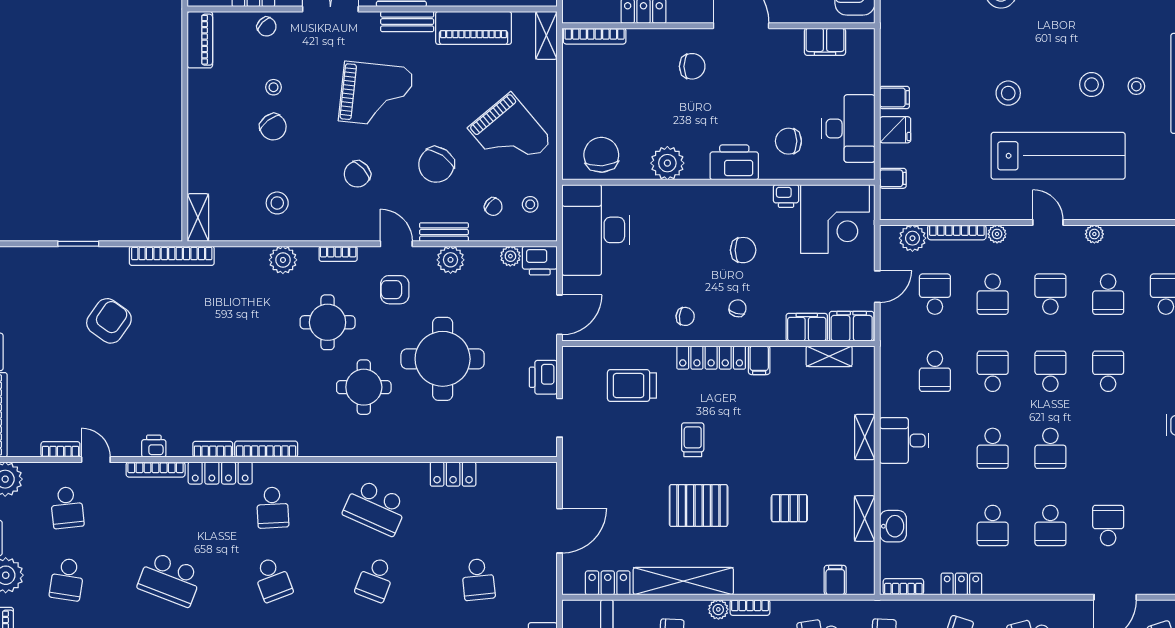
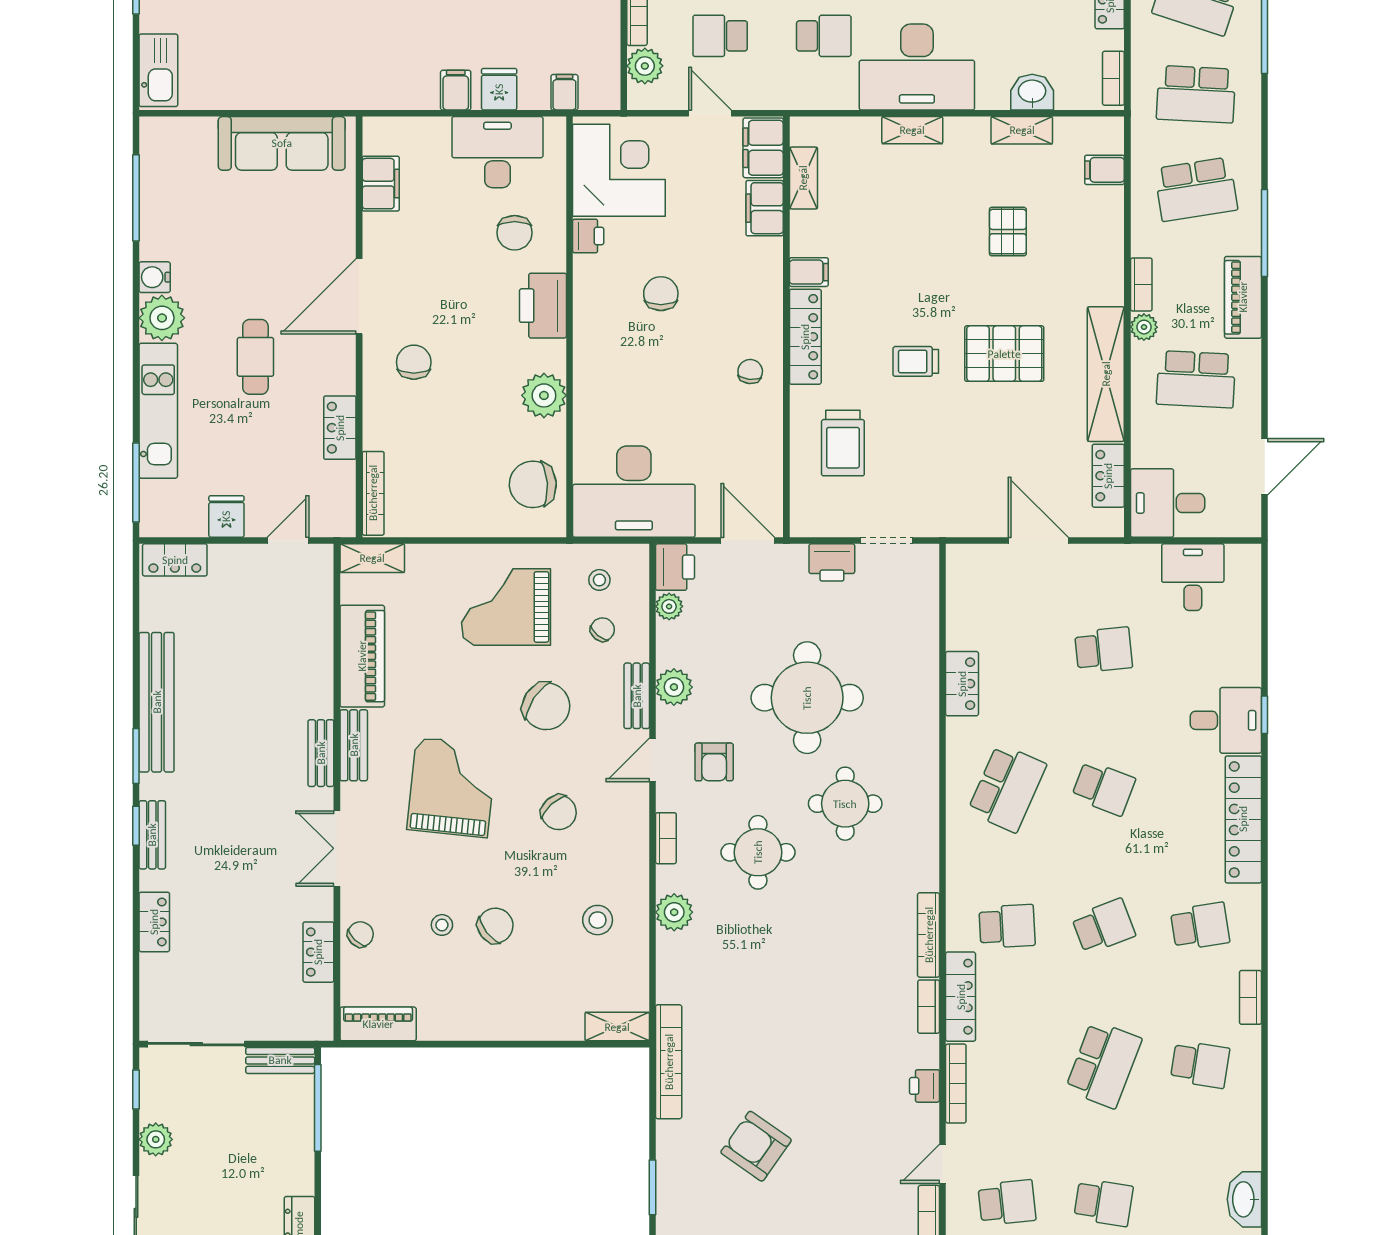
grand piano: (510, 135) -> (506, 607), turned -140
chair: (738, 308) -> (739, 301), removed
desk: (904, 441) -> (917, 67), width x1.87, depth x1.30
pallet: (699, 506) -> (1004, 354), turned 90

